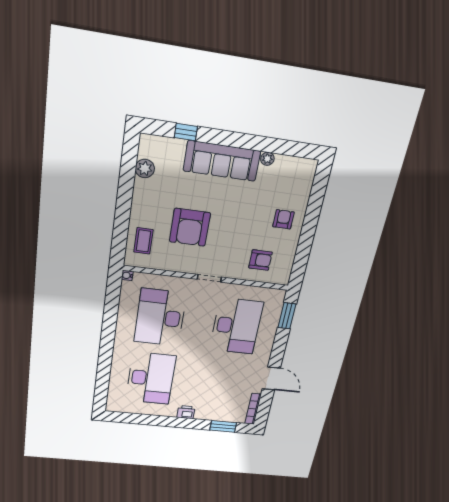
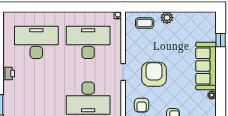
plant: (145, 168) -> (167, 18), moved
armchair: (190, 227) -> (154, 74), moved, turned 90
desk: (151, 378) -> (36, 42), turned 180

